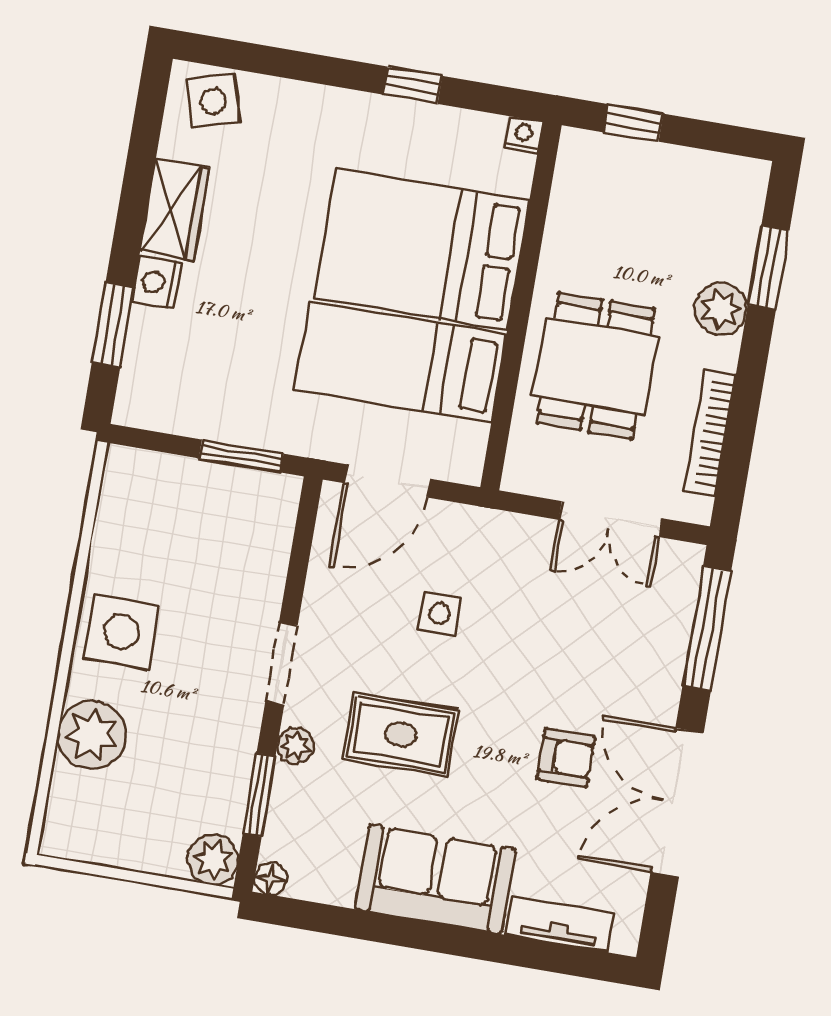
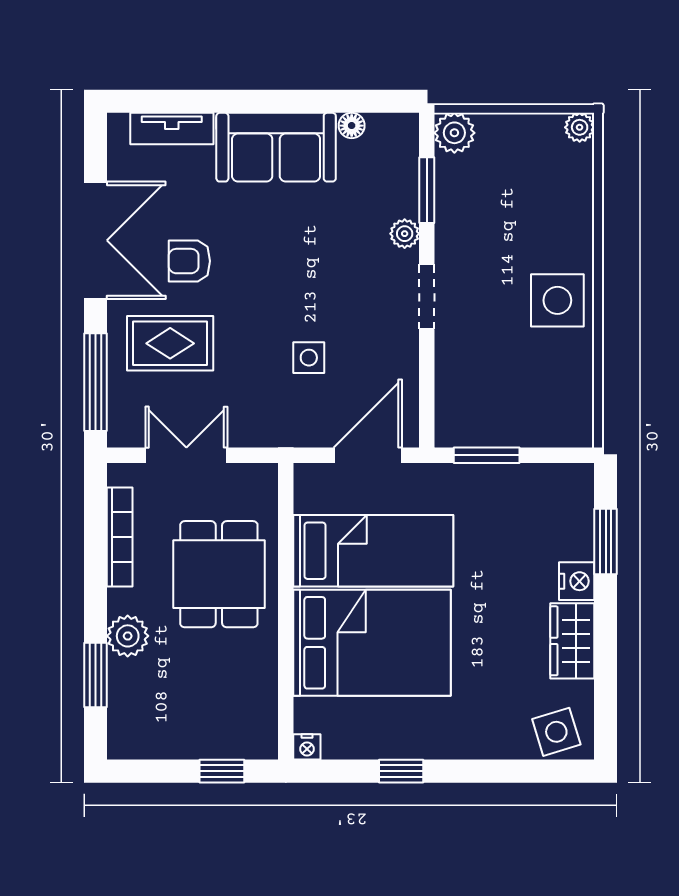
plant: (92, 735) -> (580, 127), moved, width x0.53, depth x0.53
rug: (401, 735) -> (170, 343), moved
floor lamp: (271, 879) -> (352, 126), moved

